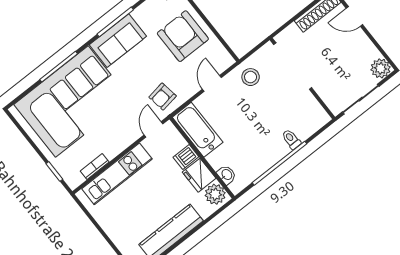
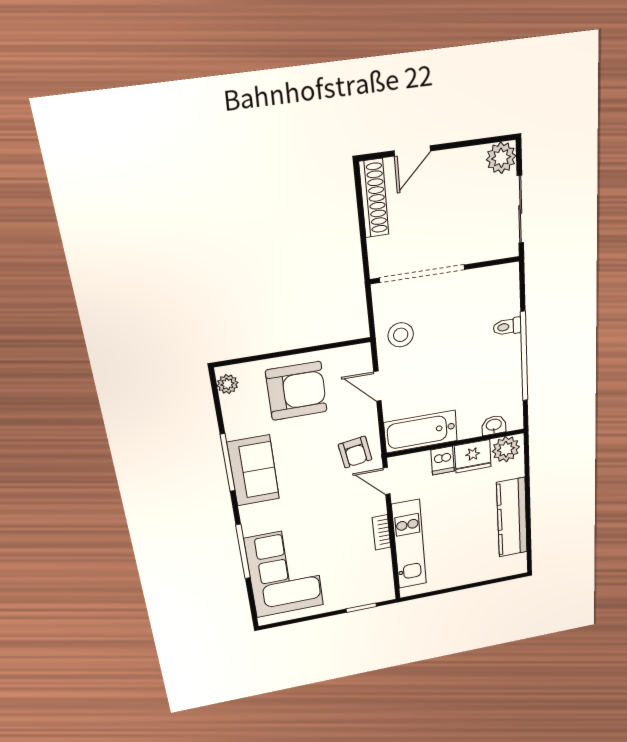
armchair: (183, 36) -> (296, 391), turned 180
corner sofa: (72, 102) -> (284, 572), width x0.73, depth x0.74
bookcase: (95, 166) -> (381, 532), moved

